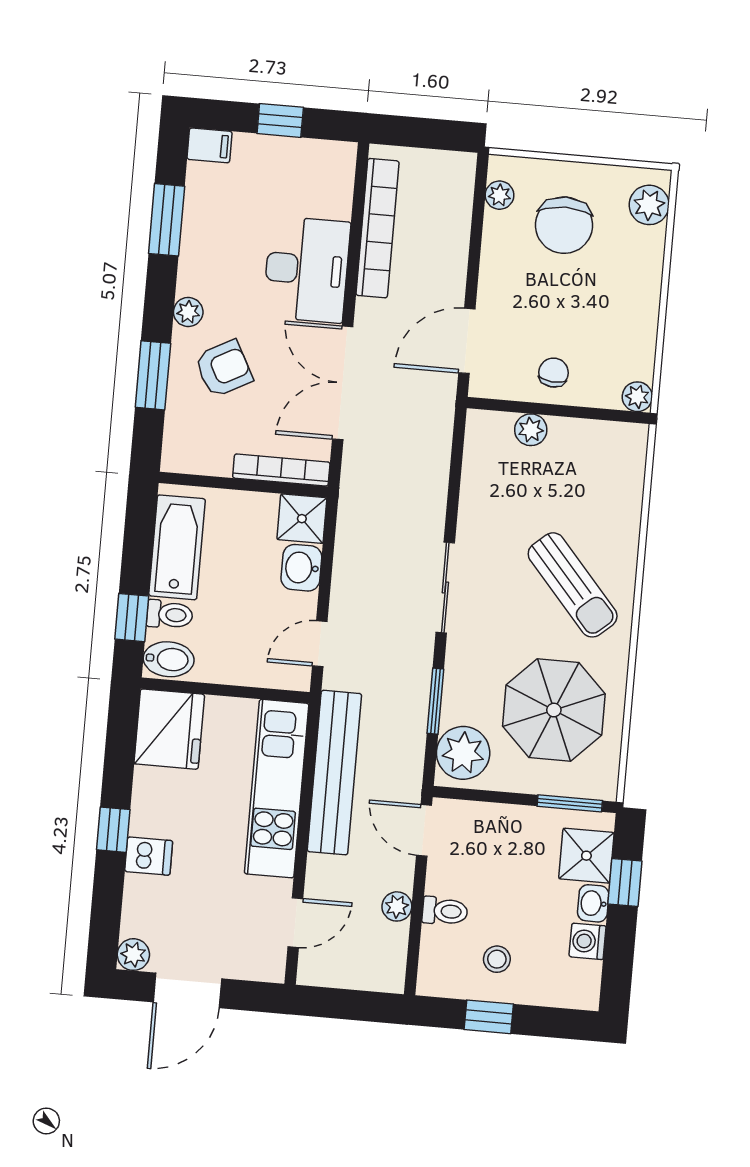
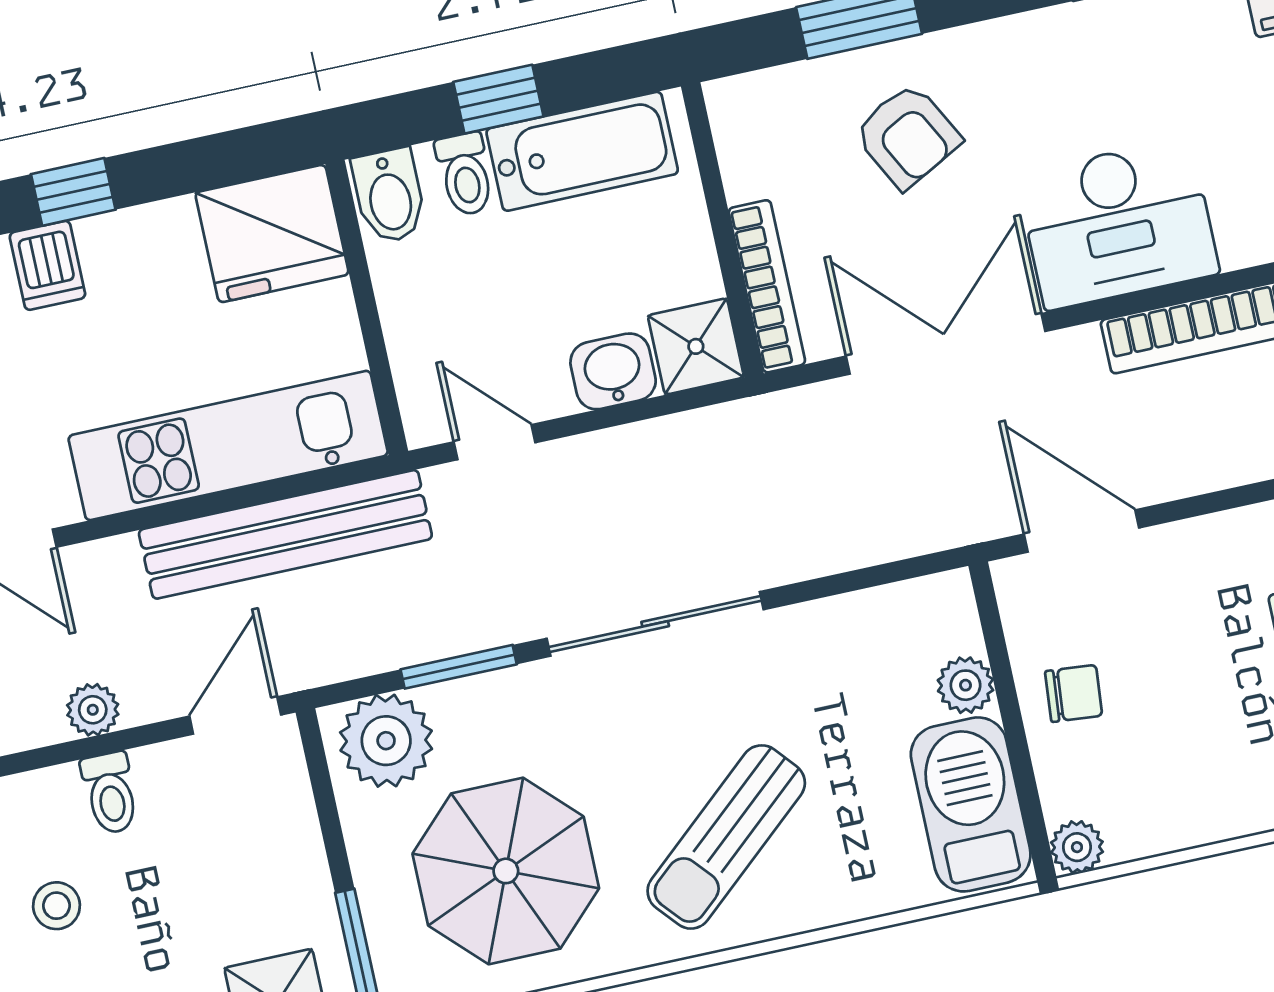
plant: (188, 312) -> (984, 47), removed
barbecue: (596, 447) -> (971, 804), added
sliding door: (445, 587) -> (655, 624), width x1.37
window: (132, 618) -> (498, 99), moved

